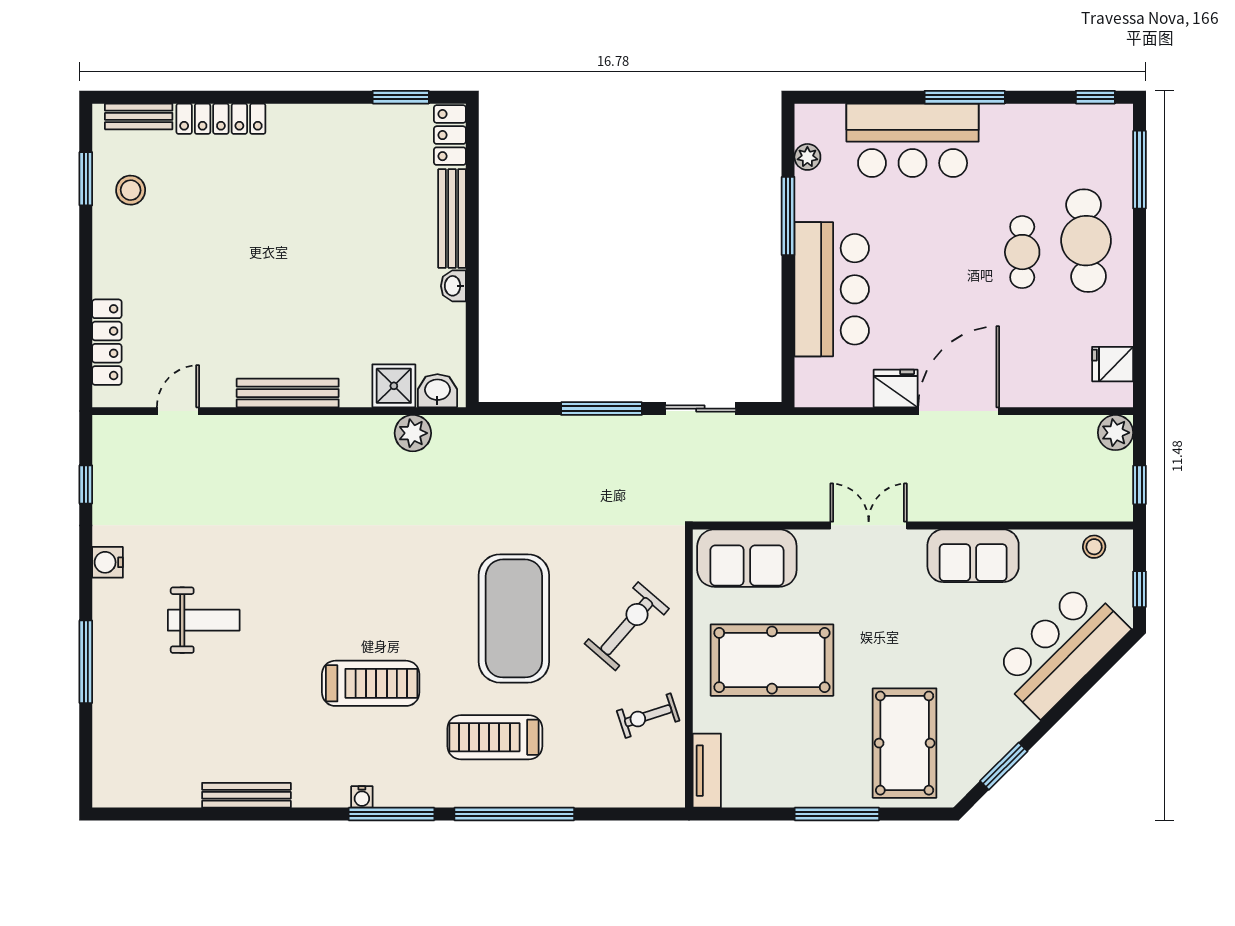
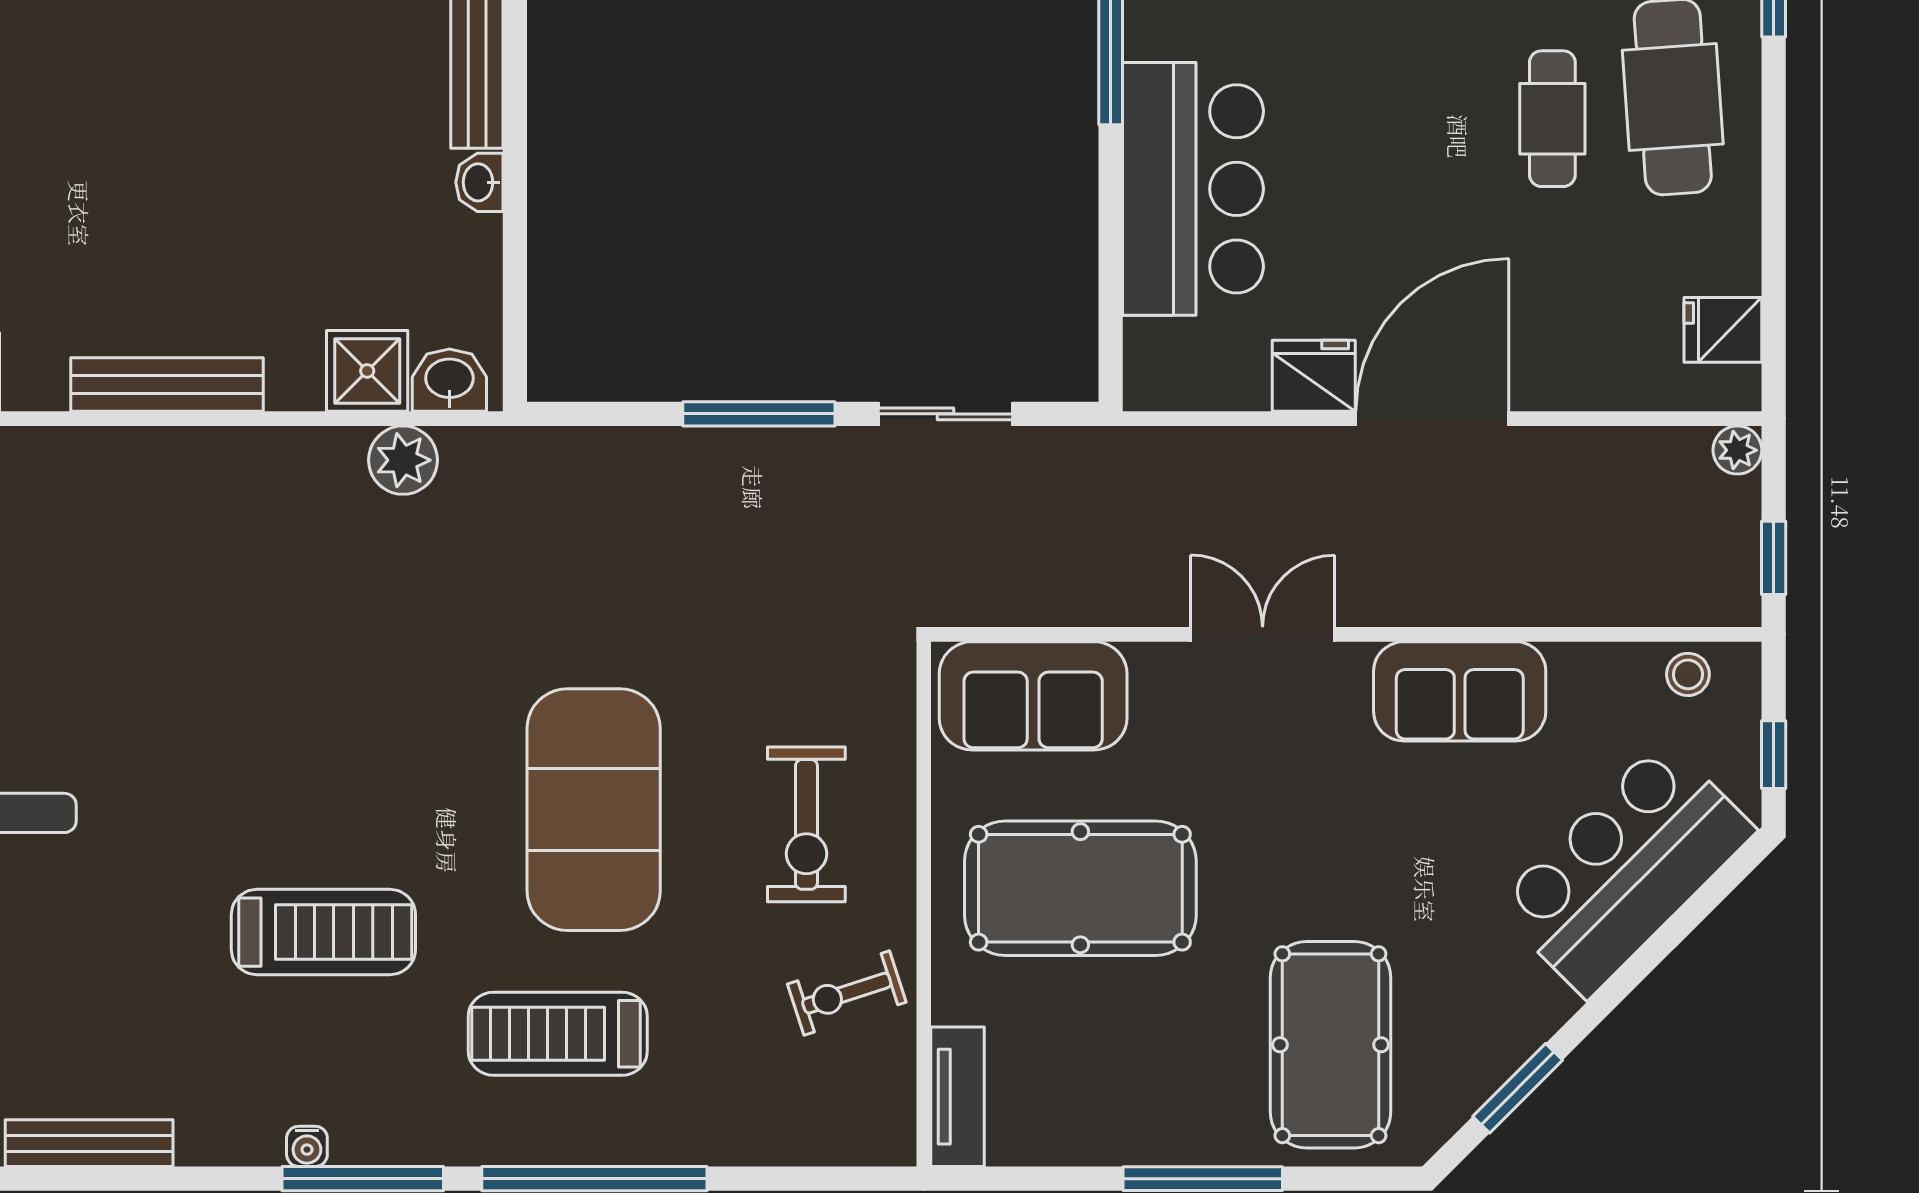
plant: (1115, 433) -> (1737, 450), width x0.73, depth x0.73
exercise bike: (627, 626) -> (806, 824), turned 139

